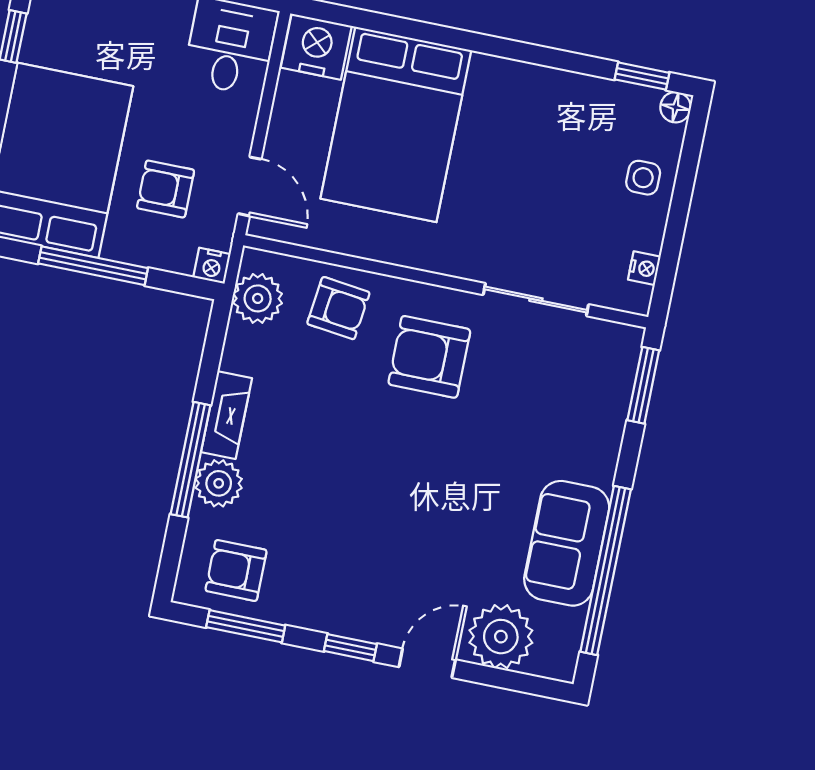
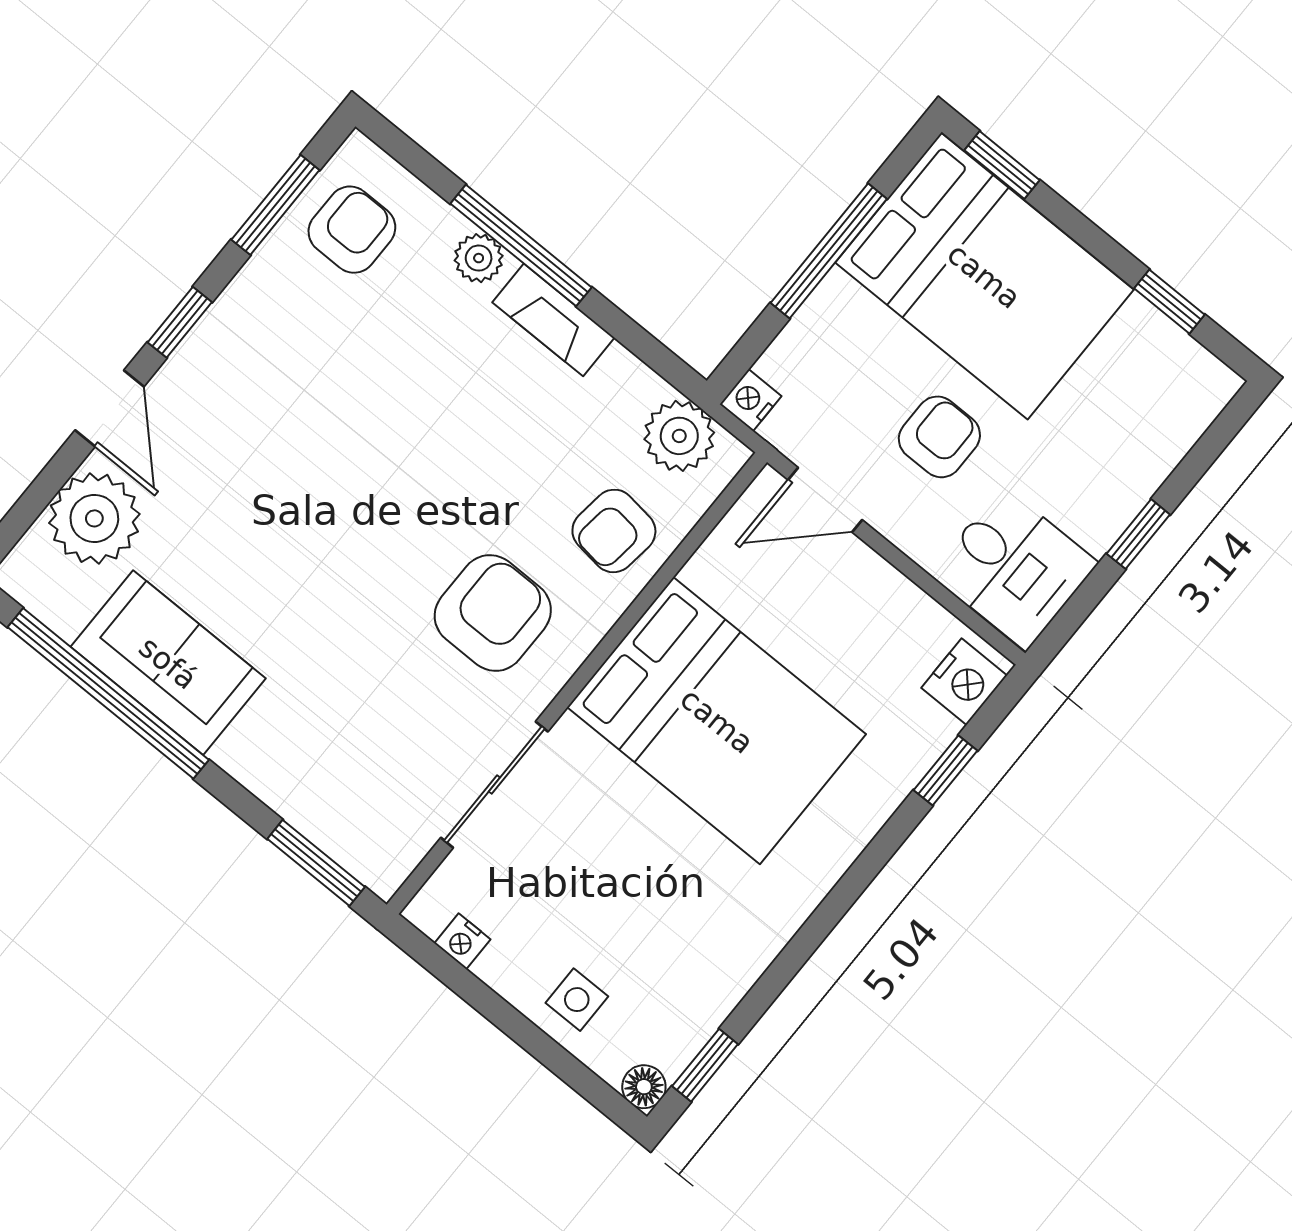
window: (379, 23) -> (946, 770), added
nightstand: (316, 47) -> (964, 682), width x0.74, depth x0.75
bed: (396, 124) -> (717, 721), moved, turned 180
armchair: (166, 189) -> (939, 437), moved
plant: (219, 483) -> (479, 258), width x0.73, depth x0.73

